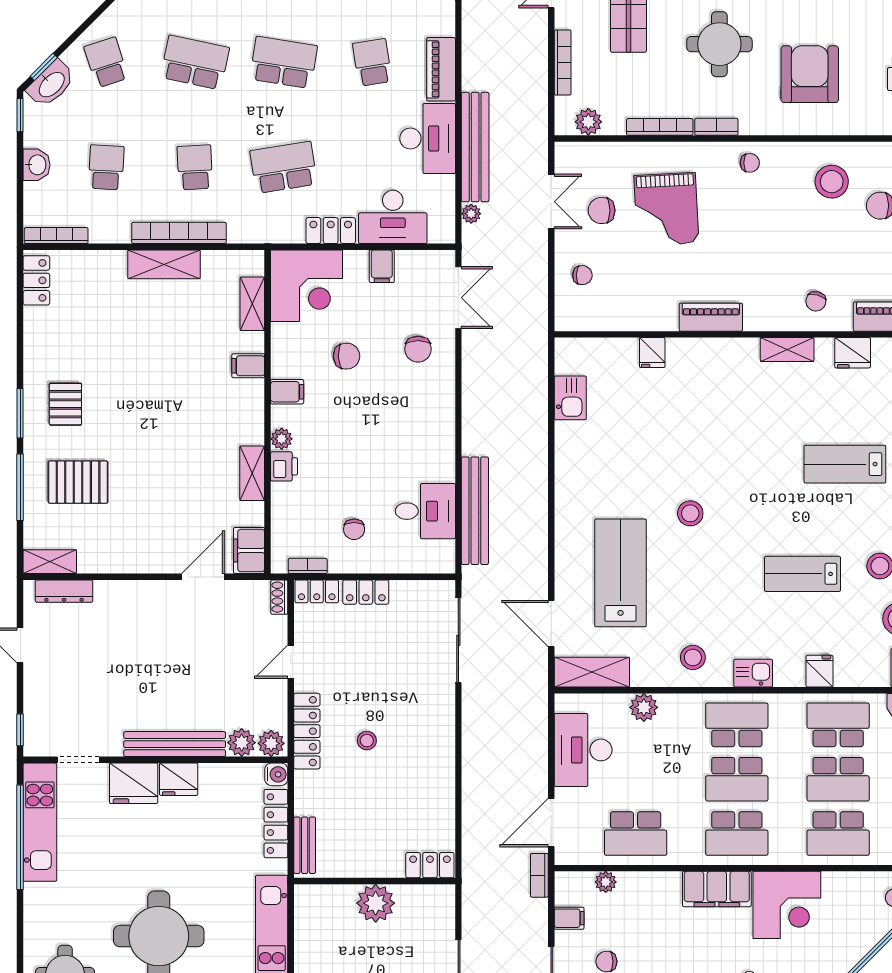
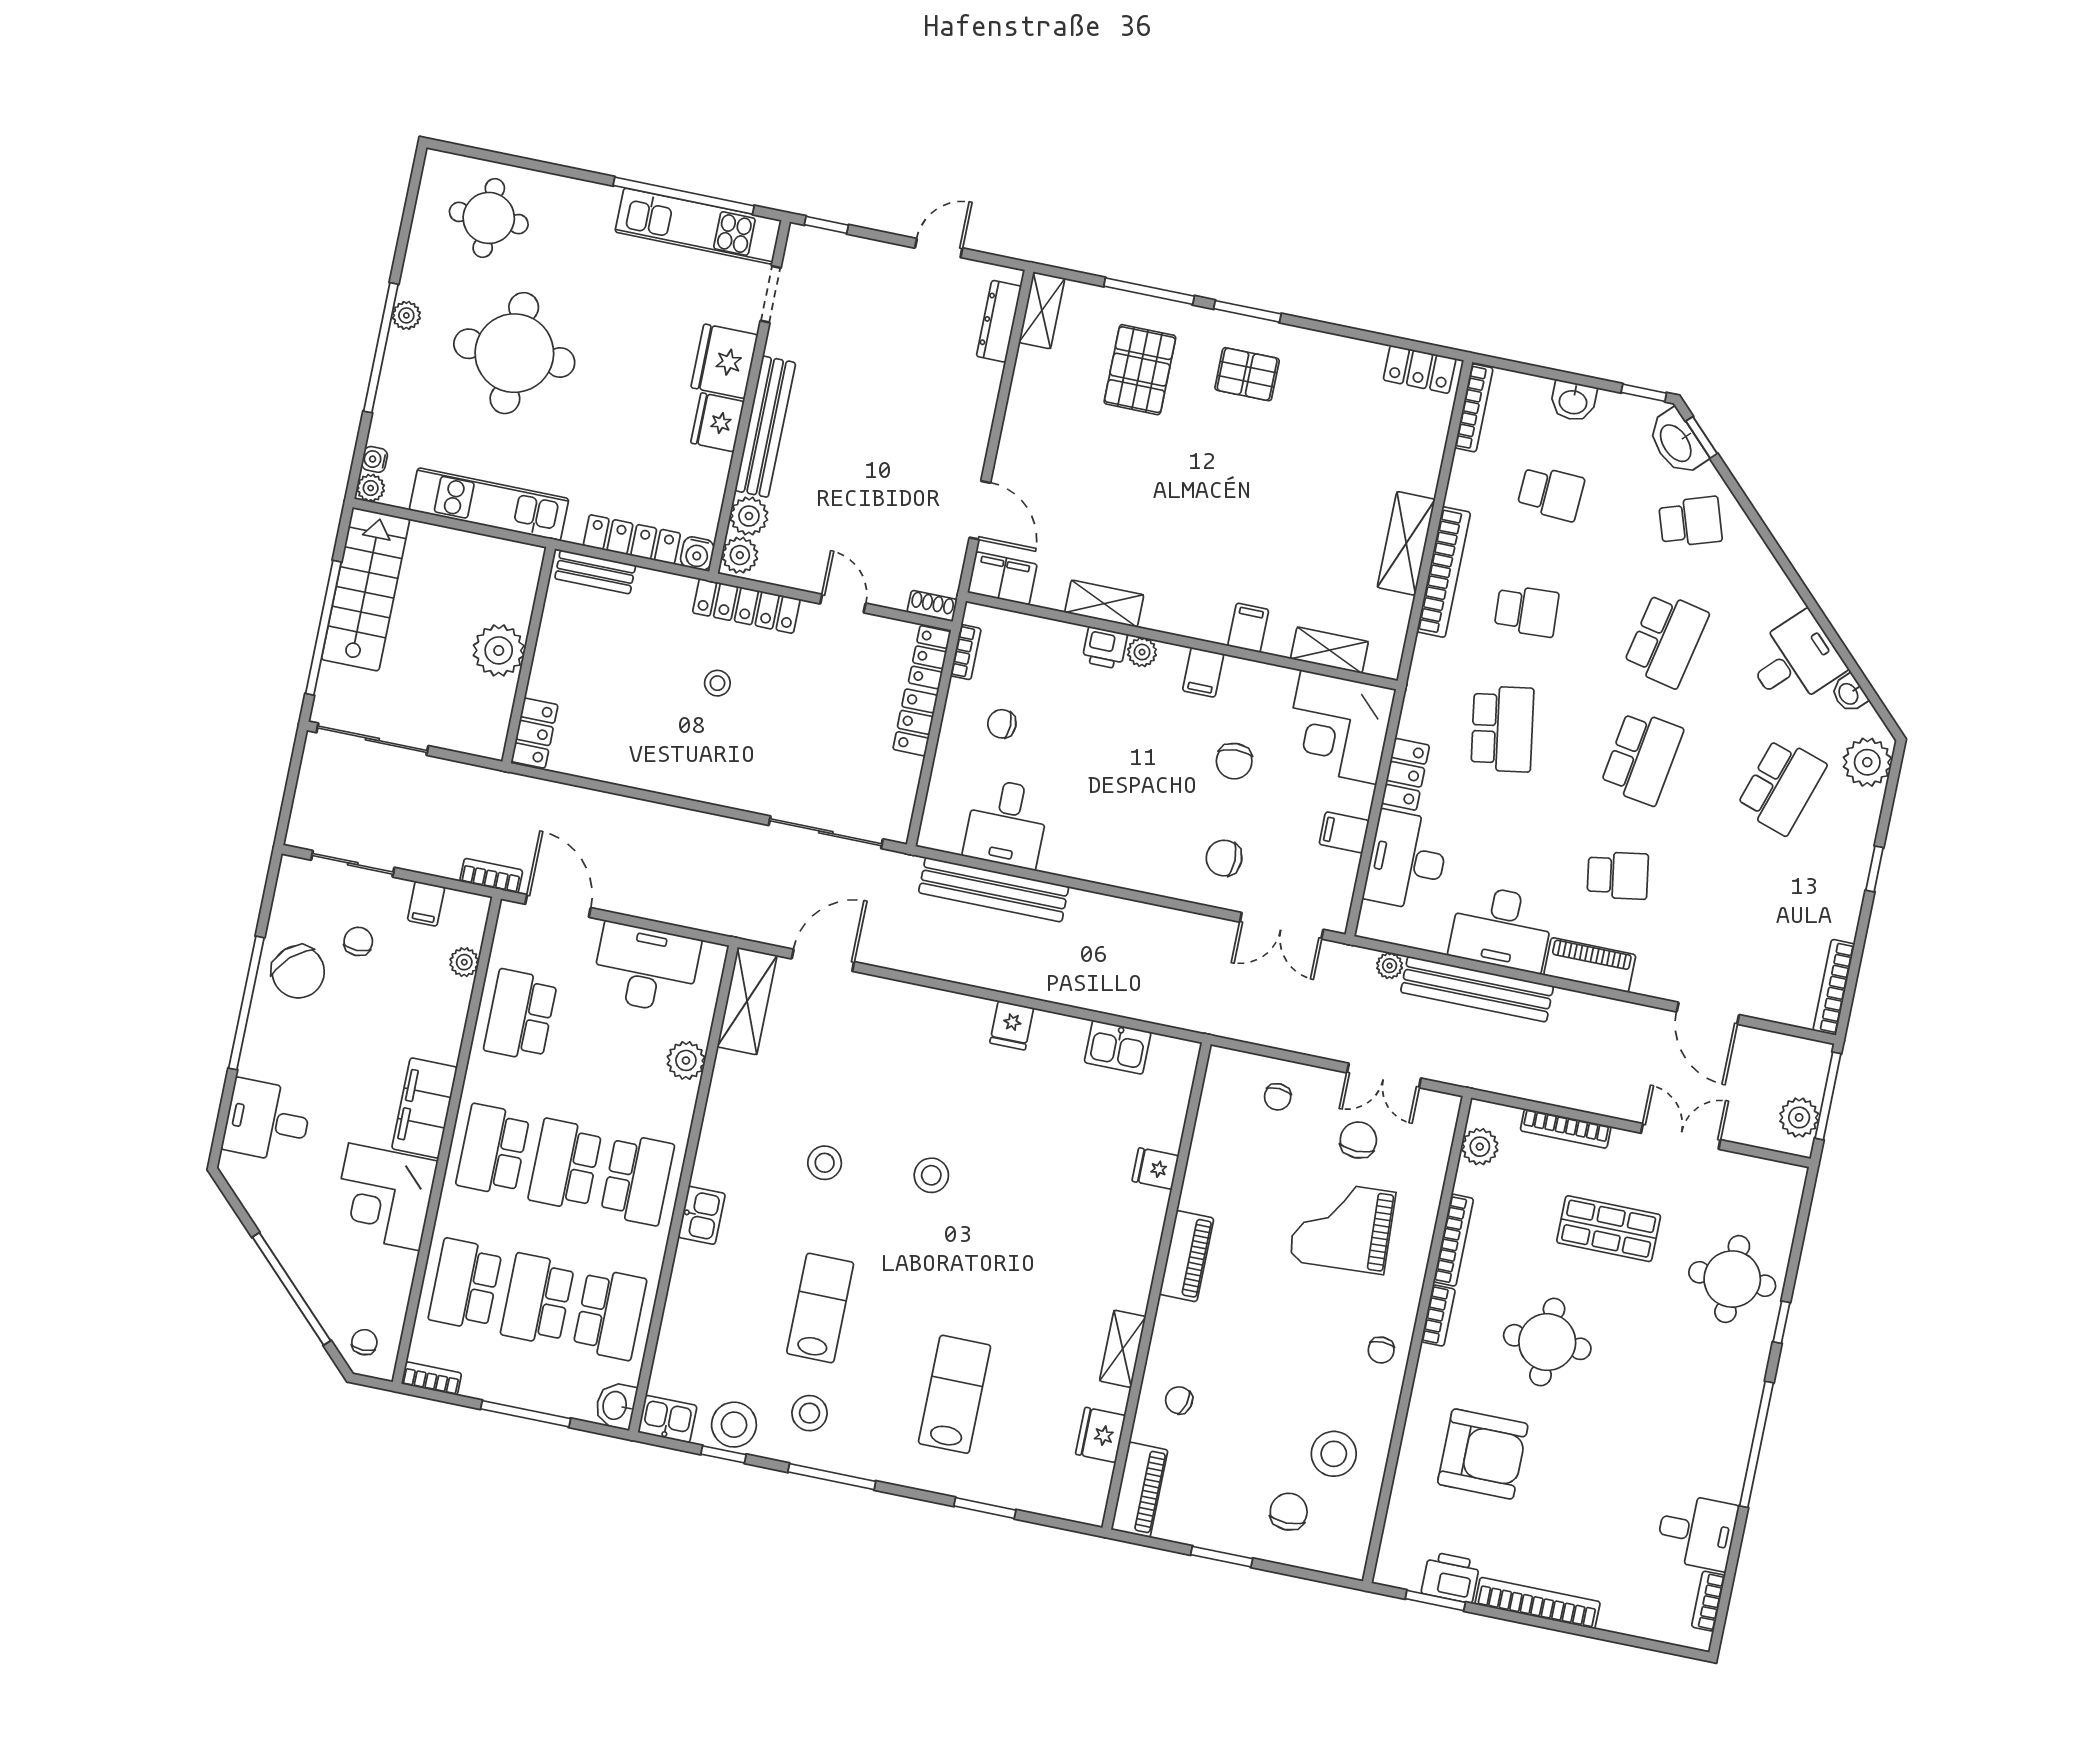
lab bench: (621, 573) -> (871, 1066), removed
stool: (693, 658) -> (825, 1163), moved
fridge: (820, 671) -> (1012, 1025), moved, turned 90

